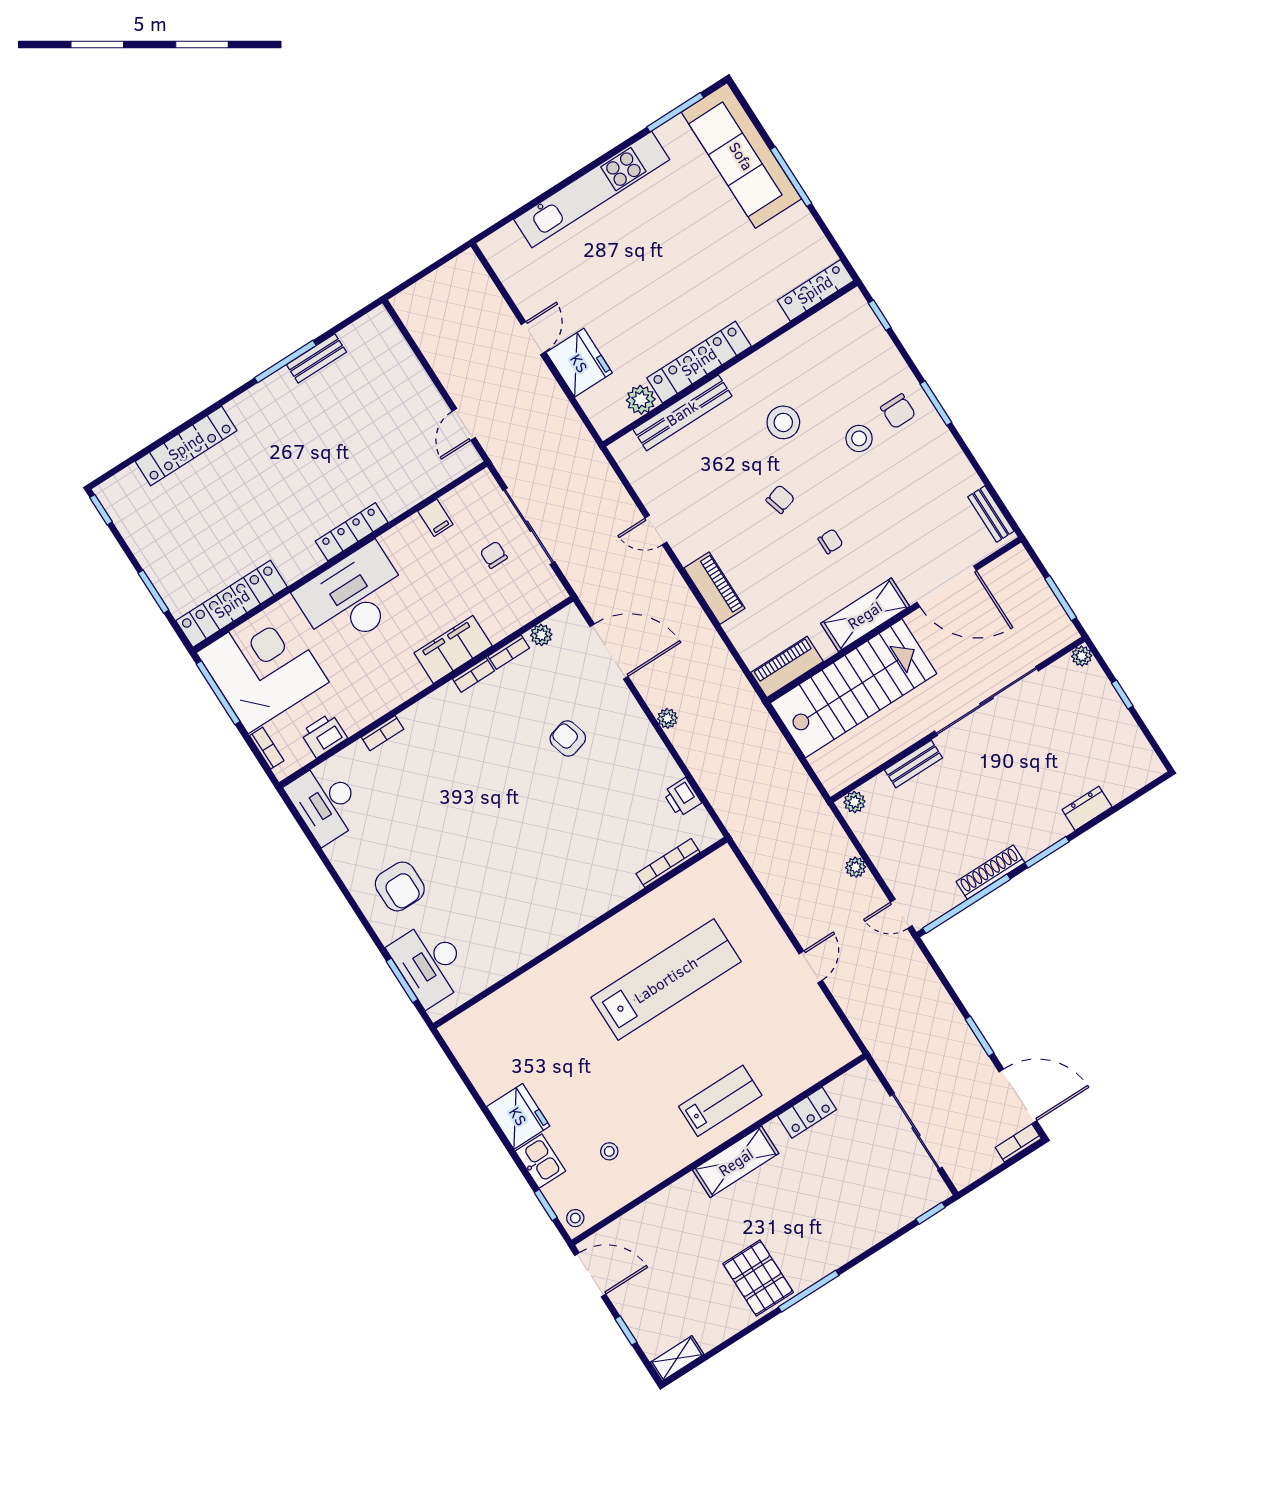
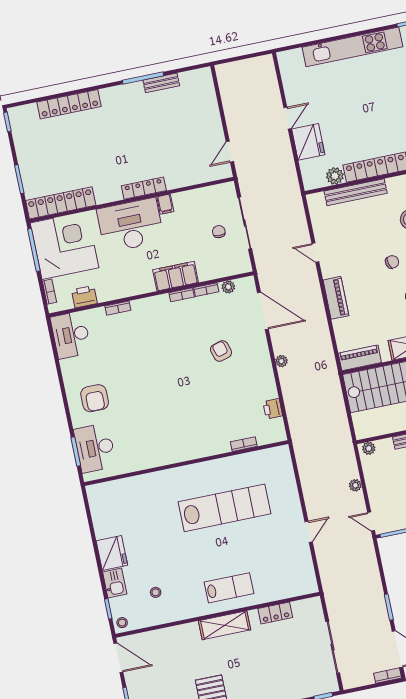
filing cabinet: (435, 518) -> (165, 204), moved
bookcase: (668, 863) -> (244, 444), width x0.64

